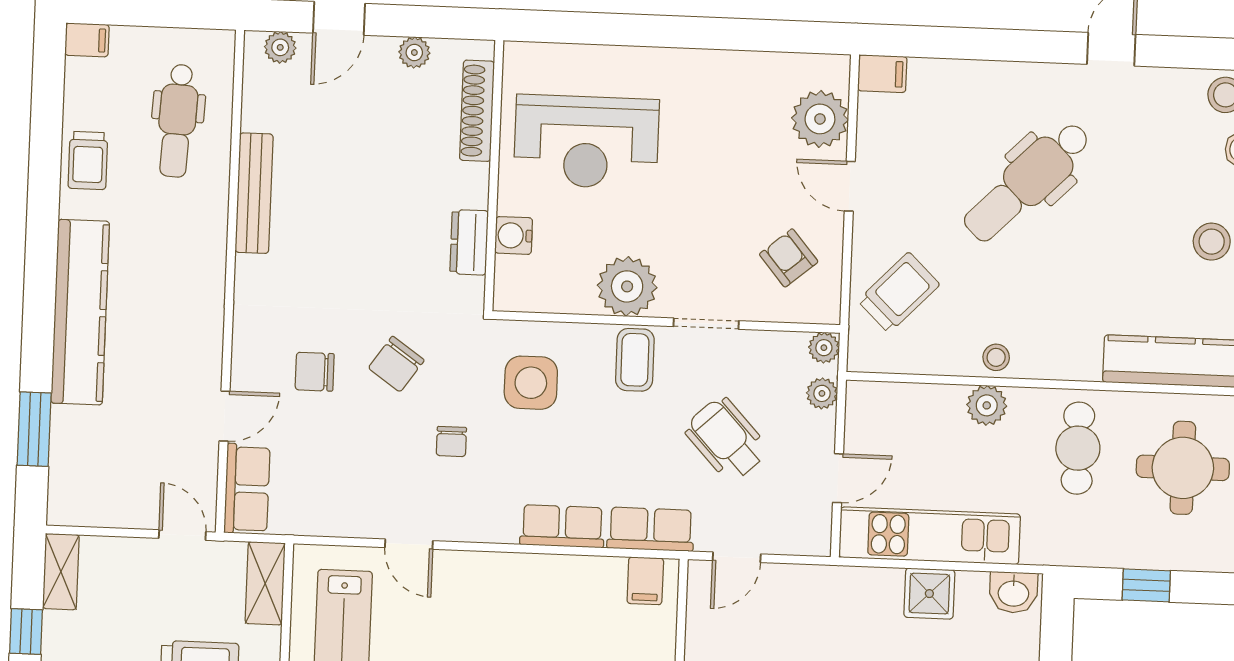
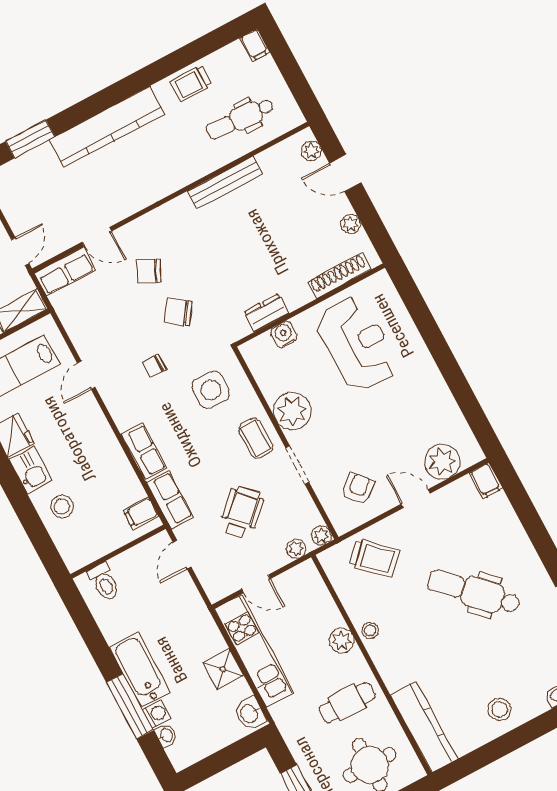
reception desk: (586, 142) -> (357, 344), turned 180
door: (850, 186) -> (416, 499), hinge flipped
coffee table: (635, 360) -> (256, 438), turned 90
chair: (315, 372) -> (149, 271), turned -63
door: (737, 557) -> (182, 555), hinge flipped

